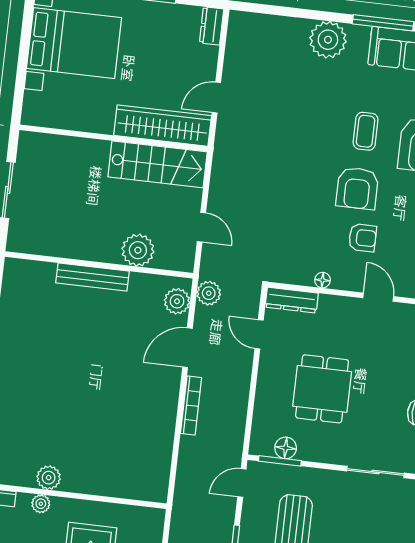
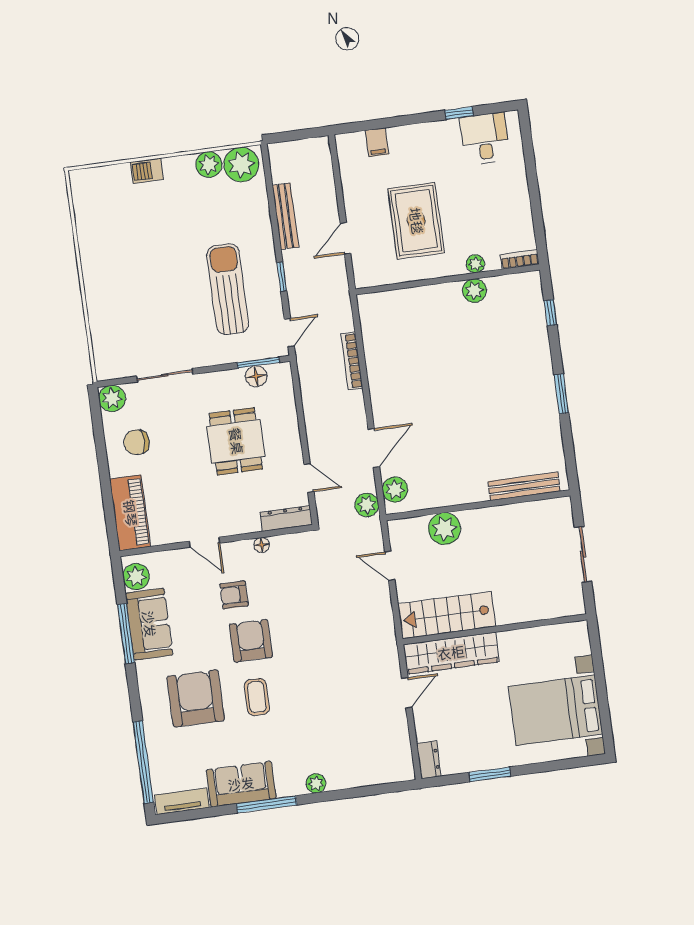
plant: (328, 40) -> (316, 783), width x0.53, depth x0.53
bench: (92, 277) -> (524, 486), moved
bookcase: (191, 406) -> (352, 361), moved

